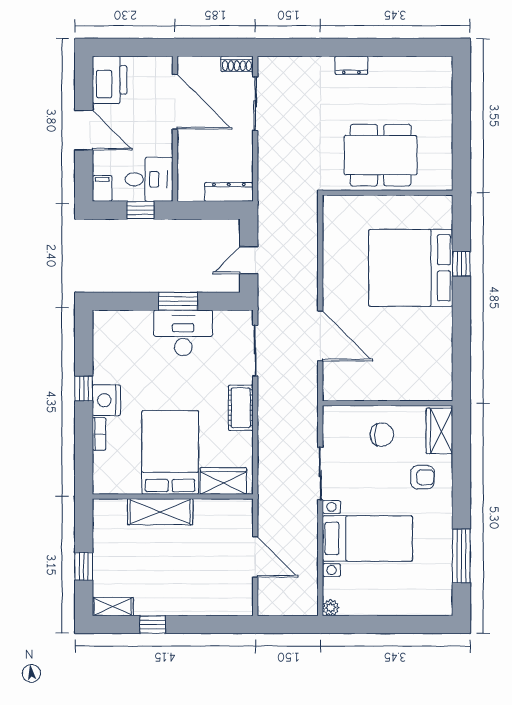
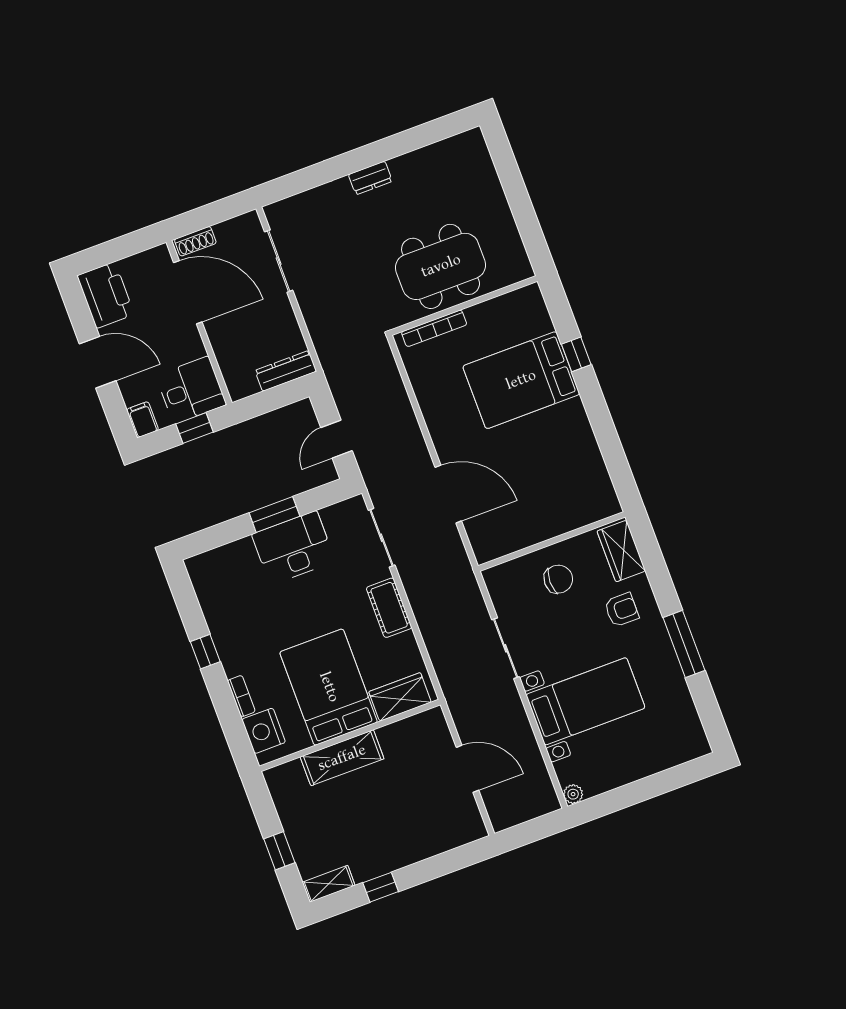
shoe rack: (237, 64) -> (195, 241), moved
bookcase: (358, 202) -> (434, 328), added
bed: (411, 268) -> (521, 380), width x0.73
nightstand: (106, 400) -> (264, 731), moved
window: (461, 556) -> (684, 644), moved

